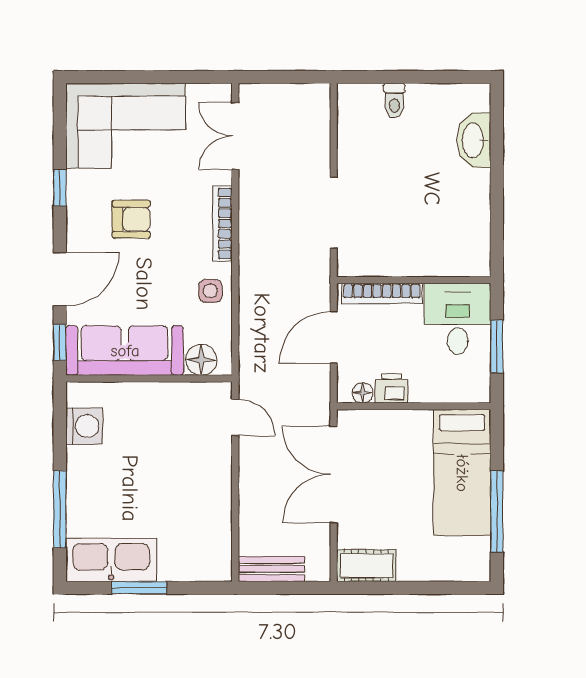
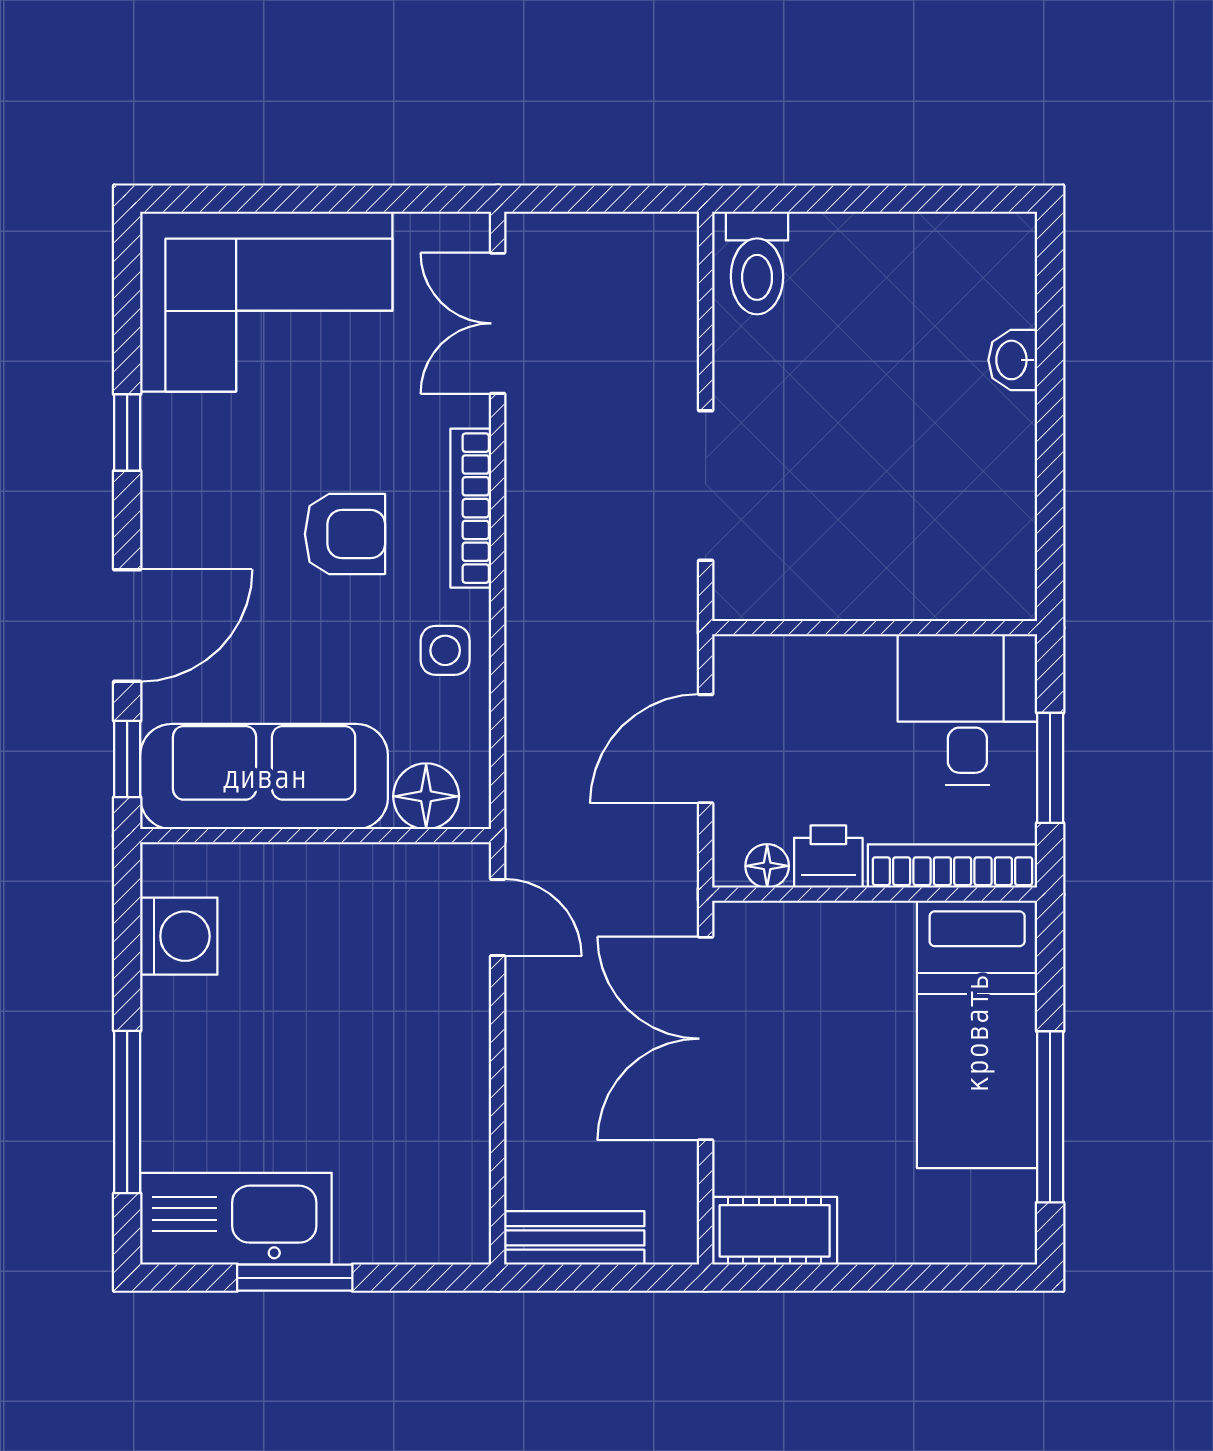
toilet: (394, 101) -> (757, 263), moved, width x1.37, depth x1.39
washbasin: (474, 140) -> (1013, 360), width x0.52, depth x0.69
armchair: (131, 219) -> (345, 534), moved
bookcase: (382, 293) -> (953, 866), moved, turned 180

